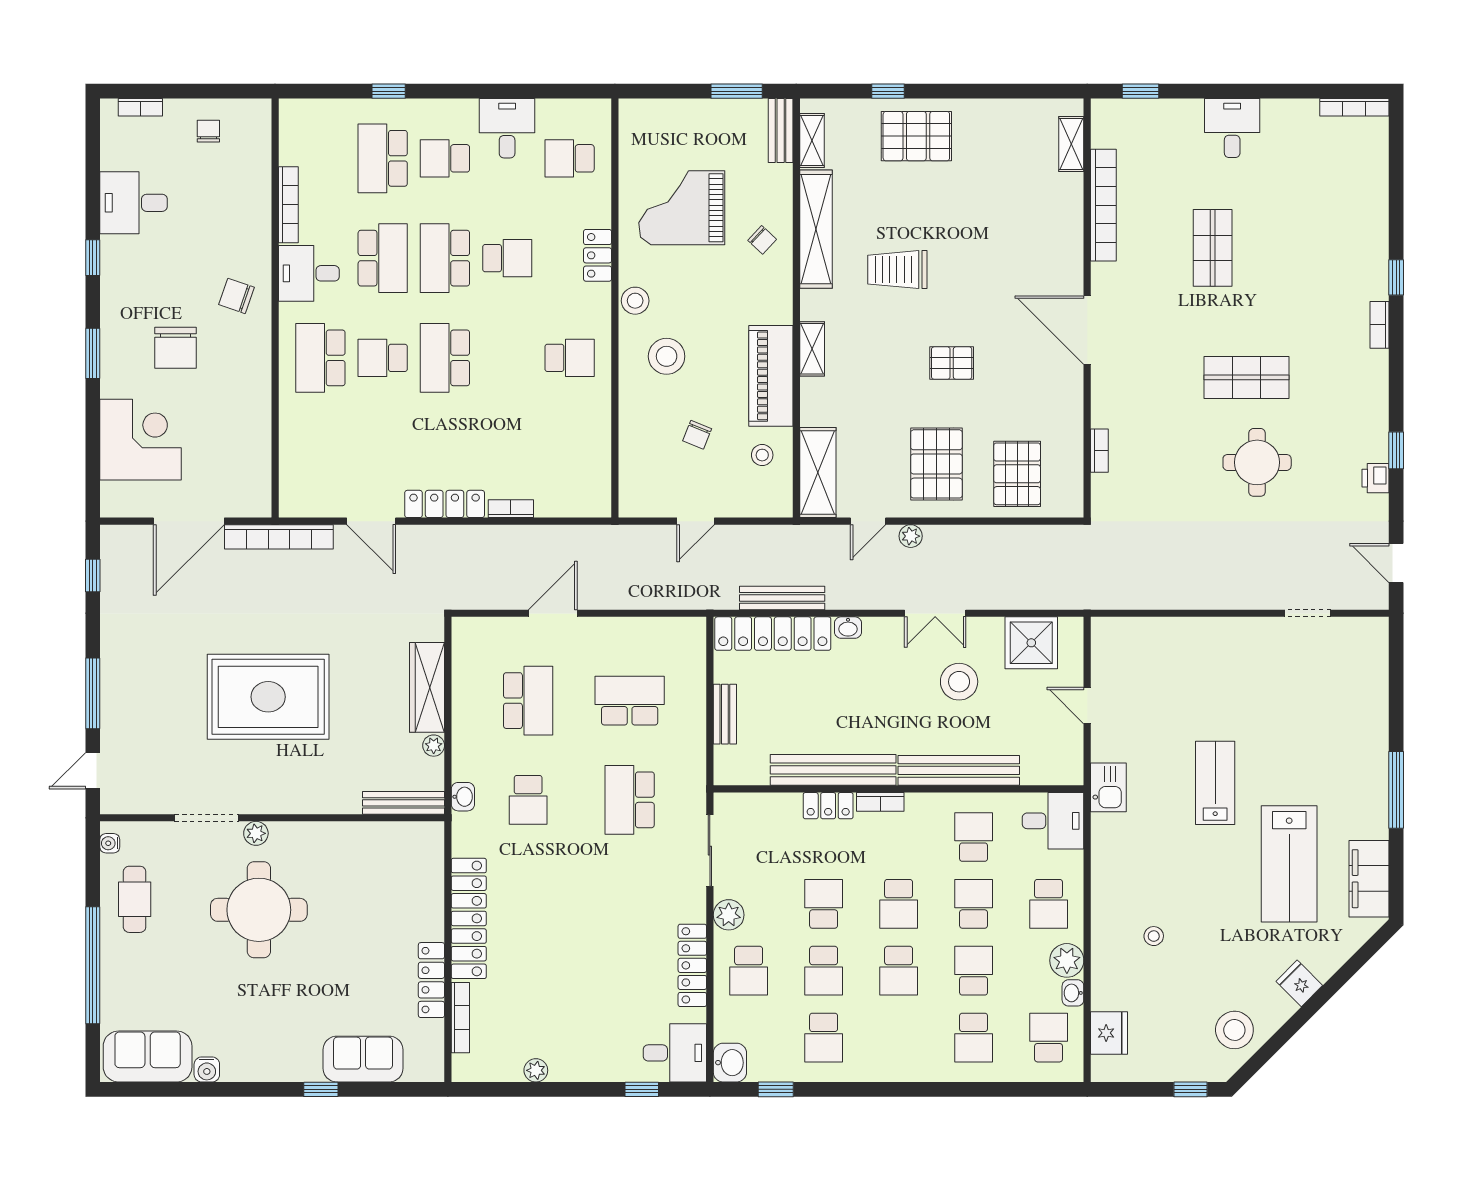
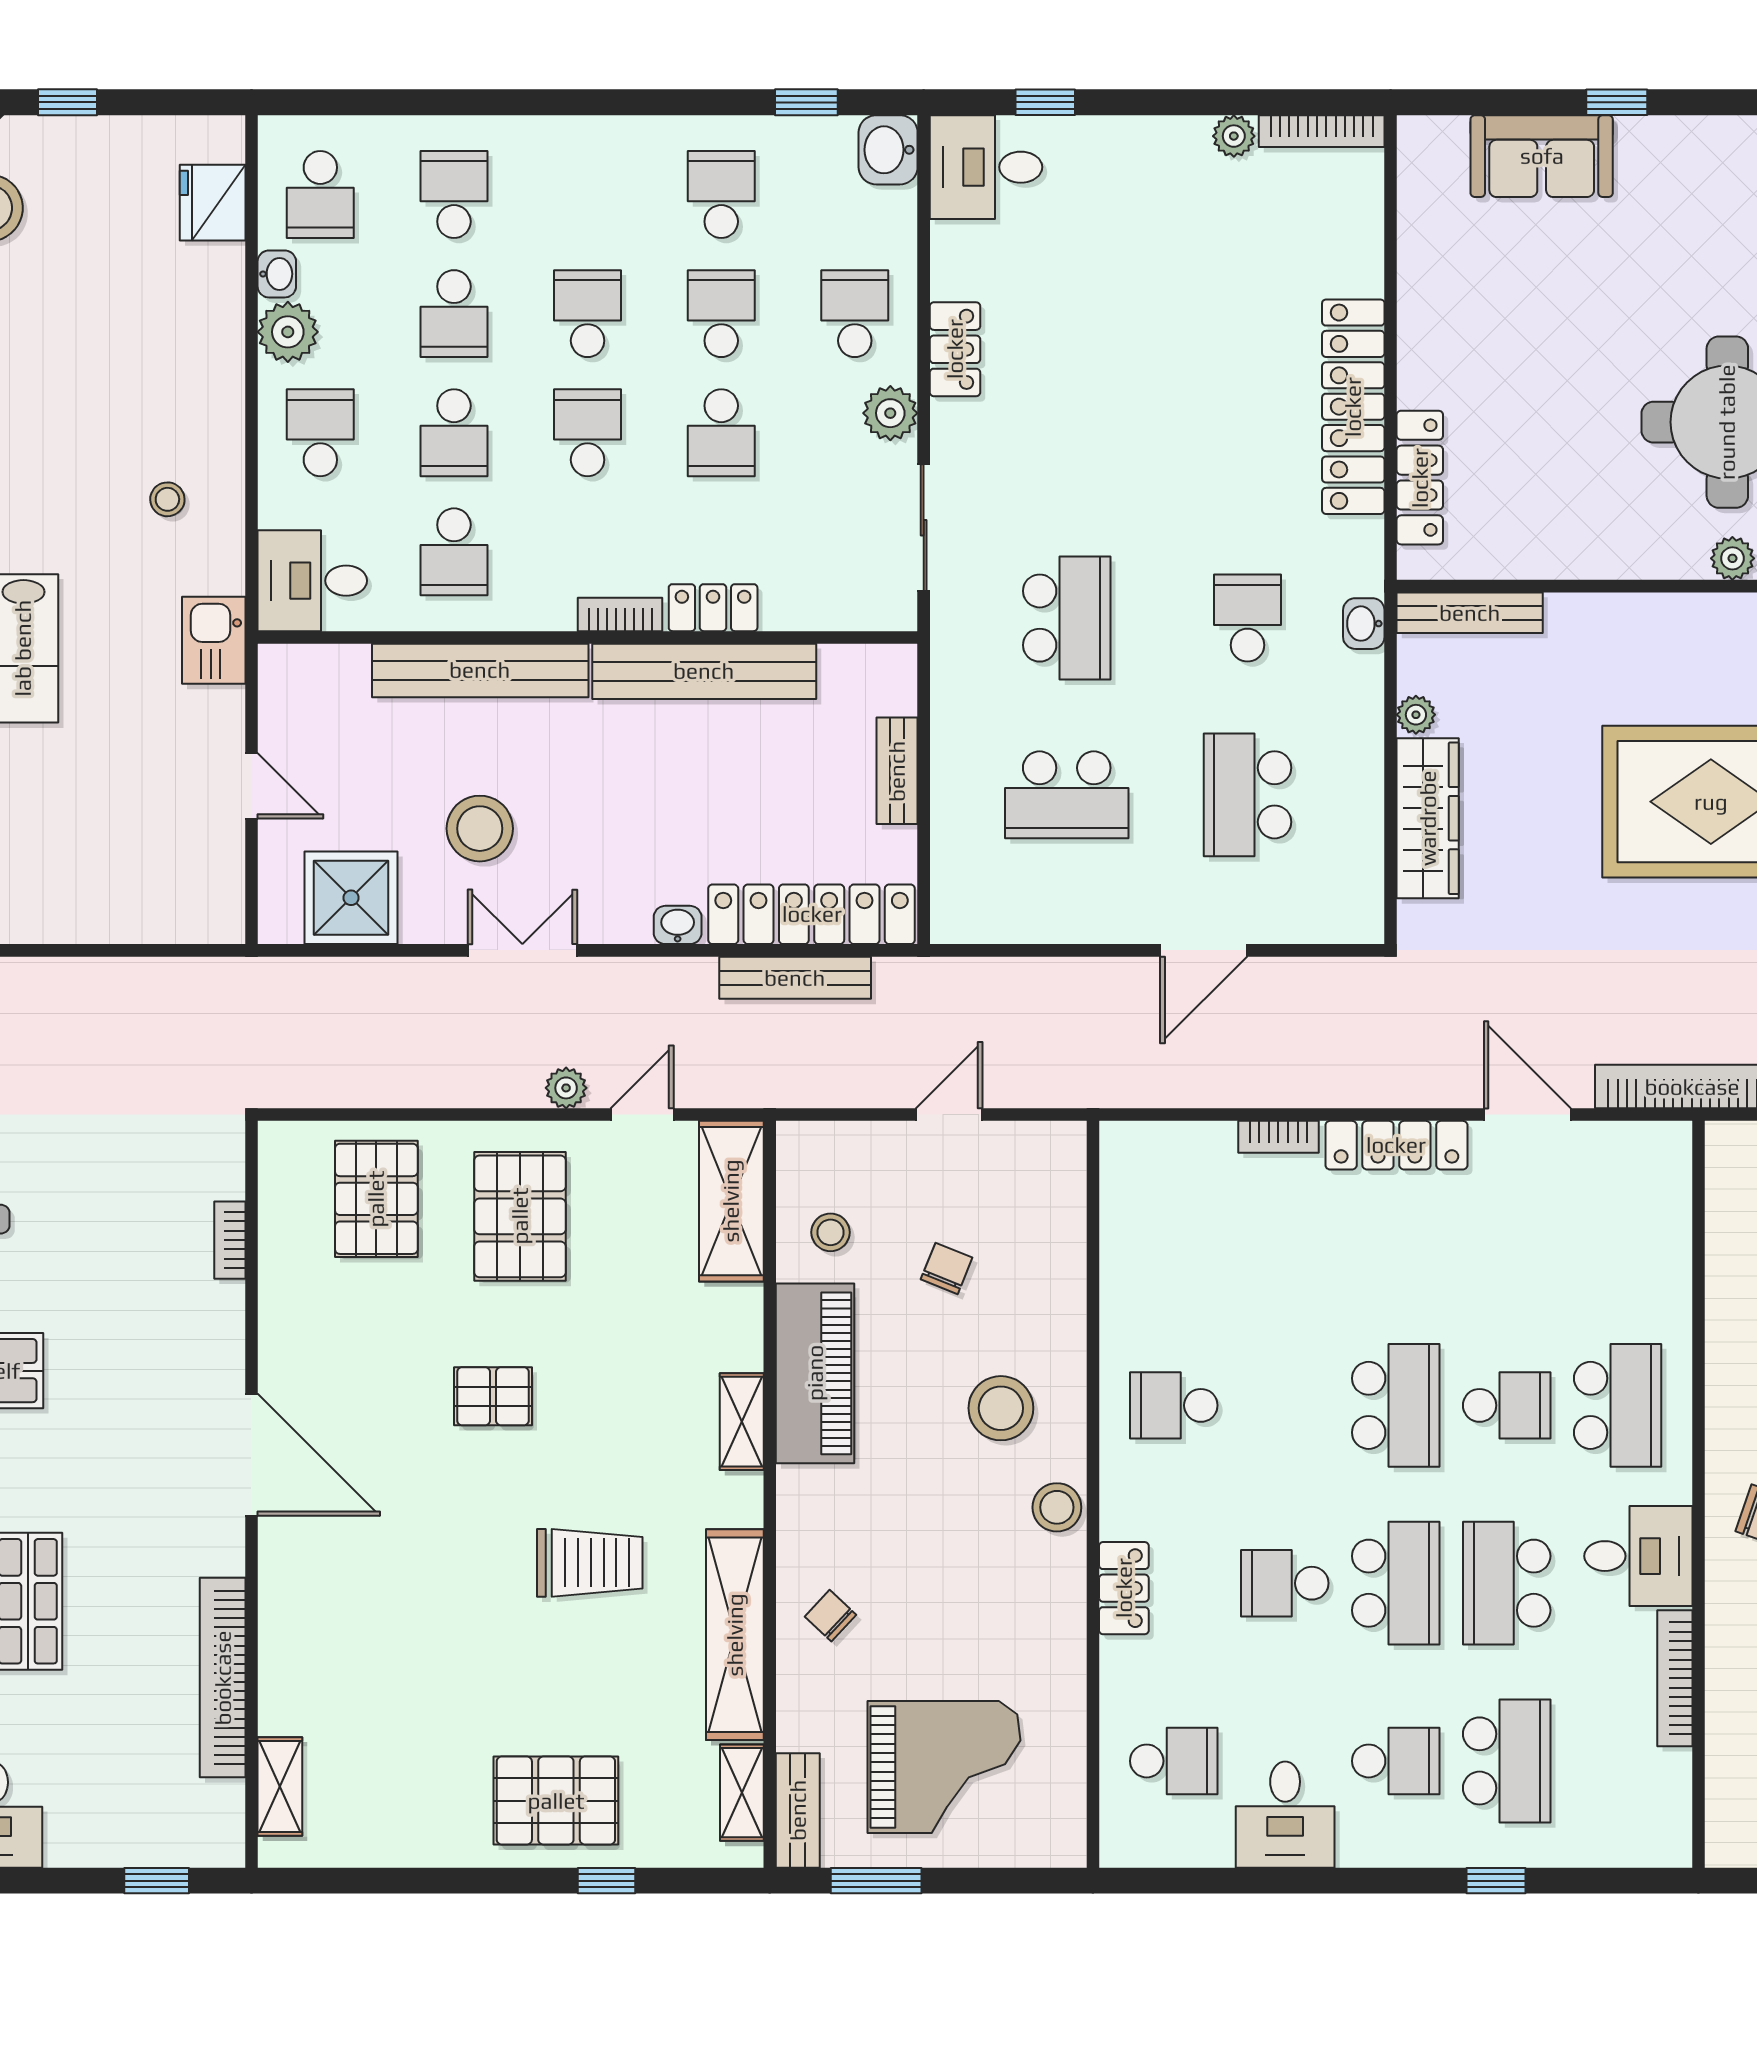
grand piano: (682, 208) -> (944, 1767), moved
stool: (1154, 936) -> (167, 499), moved
locker: (692, 965) -> (955, 349), width x0.66
locker: (431, 980) -> (1420, 478), moved
bookcase: (460, 1018) -> (1322, 131), moved, turned -90

